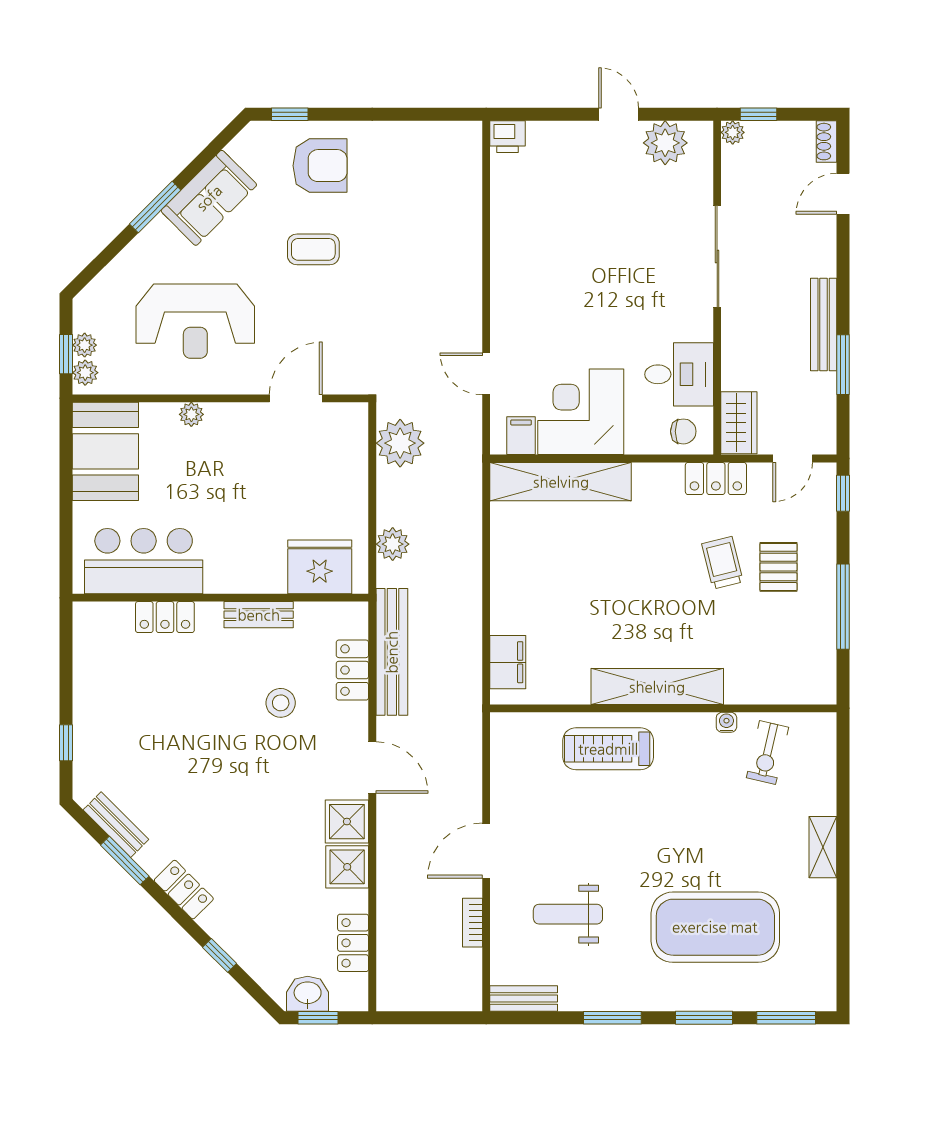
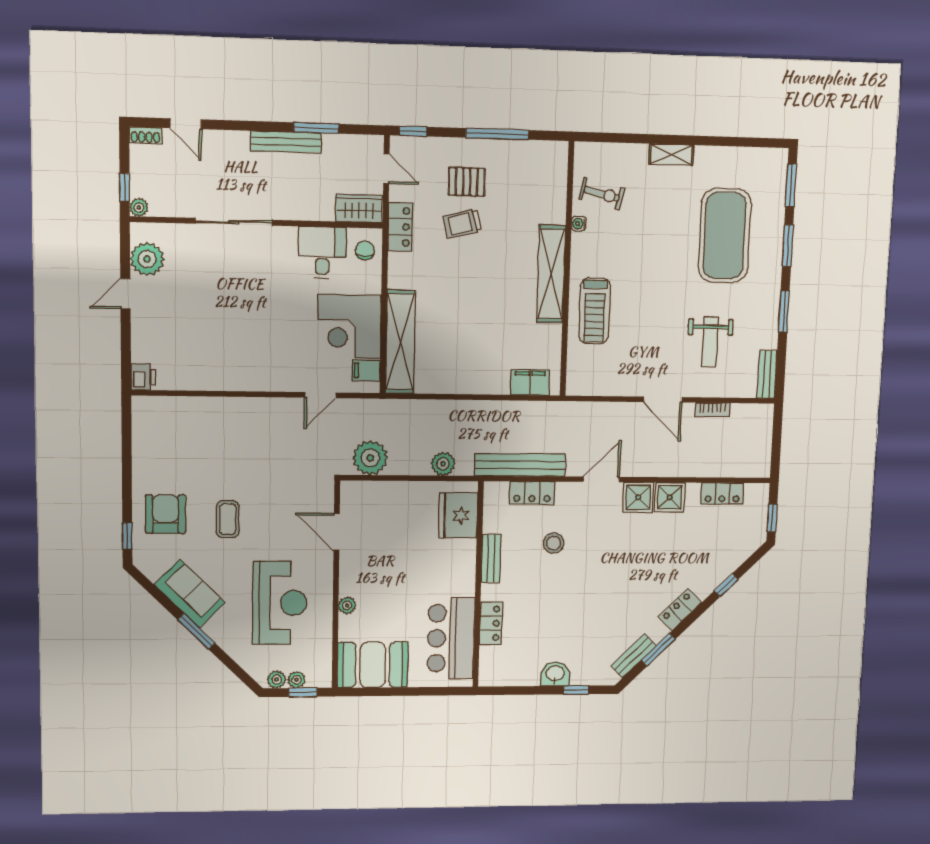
plant: (85, 373) -> (277, 679), moved
washbasin: (308, 994) -> (555, 674), moved, turned 90

